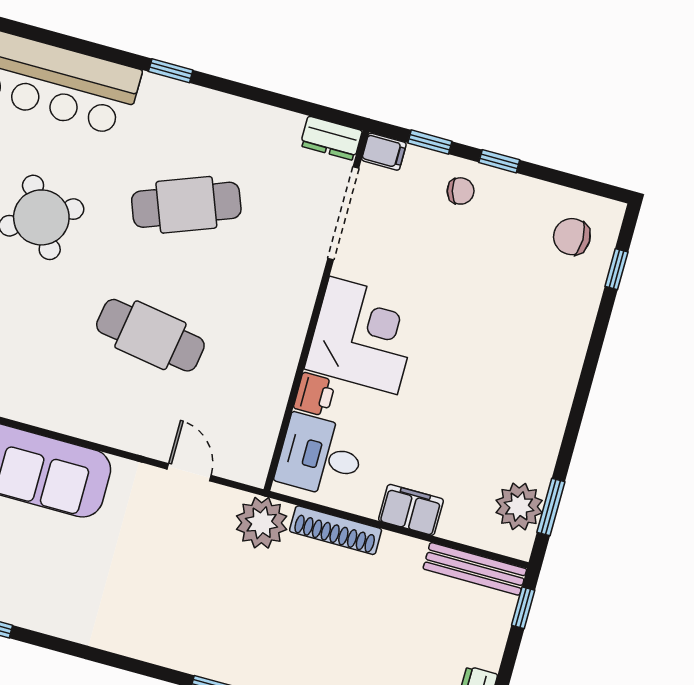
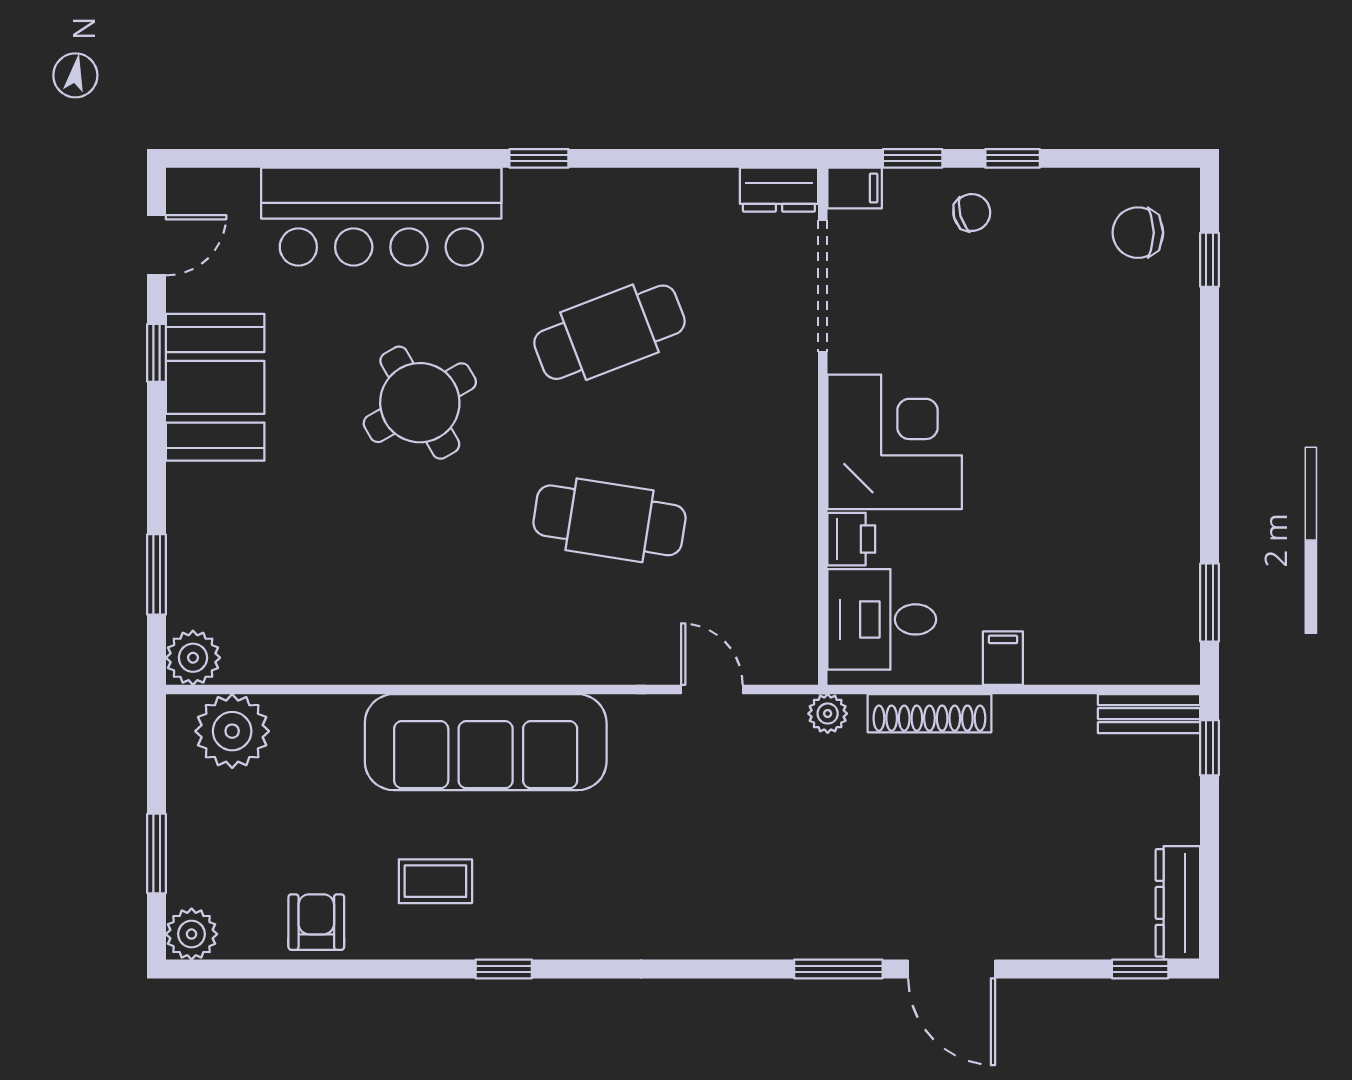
plant: (519, 507) -> (1167, 614), removed
filing cabinet: (411, 510) -> (1003, 658), width x0.50
plant: (262, 523) -> (828, 714), width x0.53, depth x0.53
bench: (475, 569) -> (1149, 714), width x0.73

